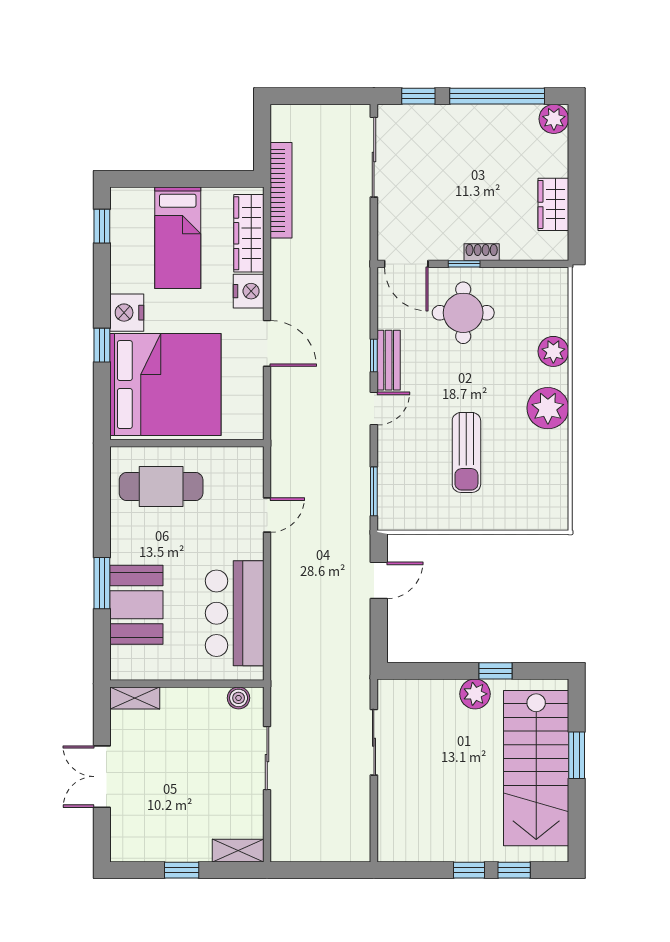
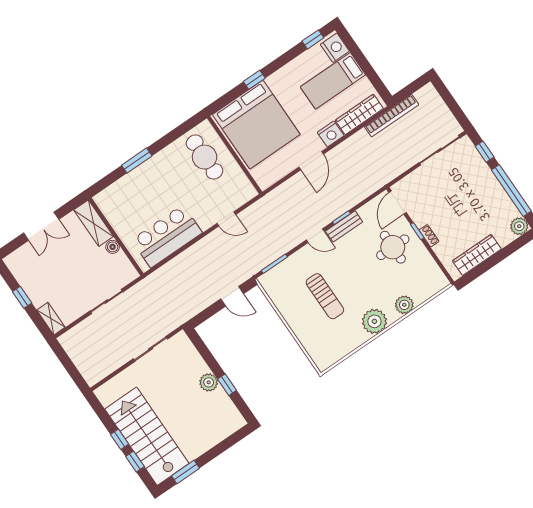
wardrobe: (553, 204) -> (477, 255), width x1.50
nightstand: (127, 313) -> (335, 48), moved, turned 90
sun lounger: (466, 452) -> (325, 296), turned -90
booth: (136, 605) -> (138, 185), removed
shelving: (135, 698) -> (94, 223), width x1.50, depth x1.33
boiler: (239, 698) -> (113, 247), moved
window: (577, 755) -> (186, 472), moved
stairs: (536, 768) -> (147, 436), moved, turned 90
double door: (102, 777) -> (41, 226), swing flipped

